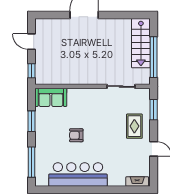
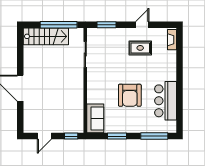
rug: (134, 126) -> (140, 48), moved
armchair: (76, 135) -> (130, 95), width x1.88, depth x1.88
bar counter: (78, 174) -> (166, 101), width x0.73

